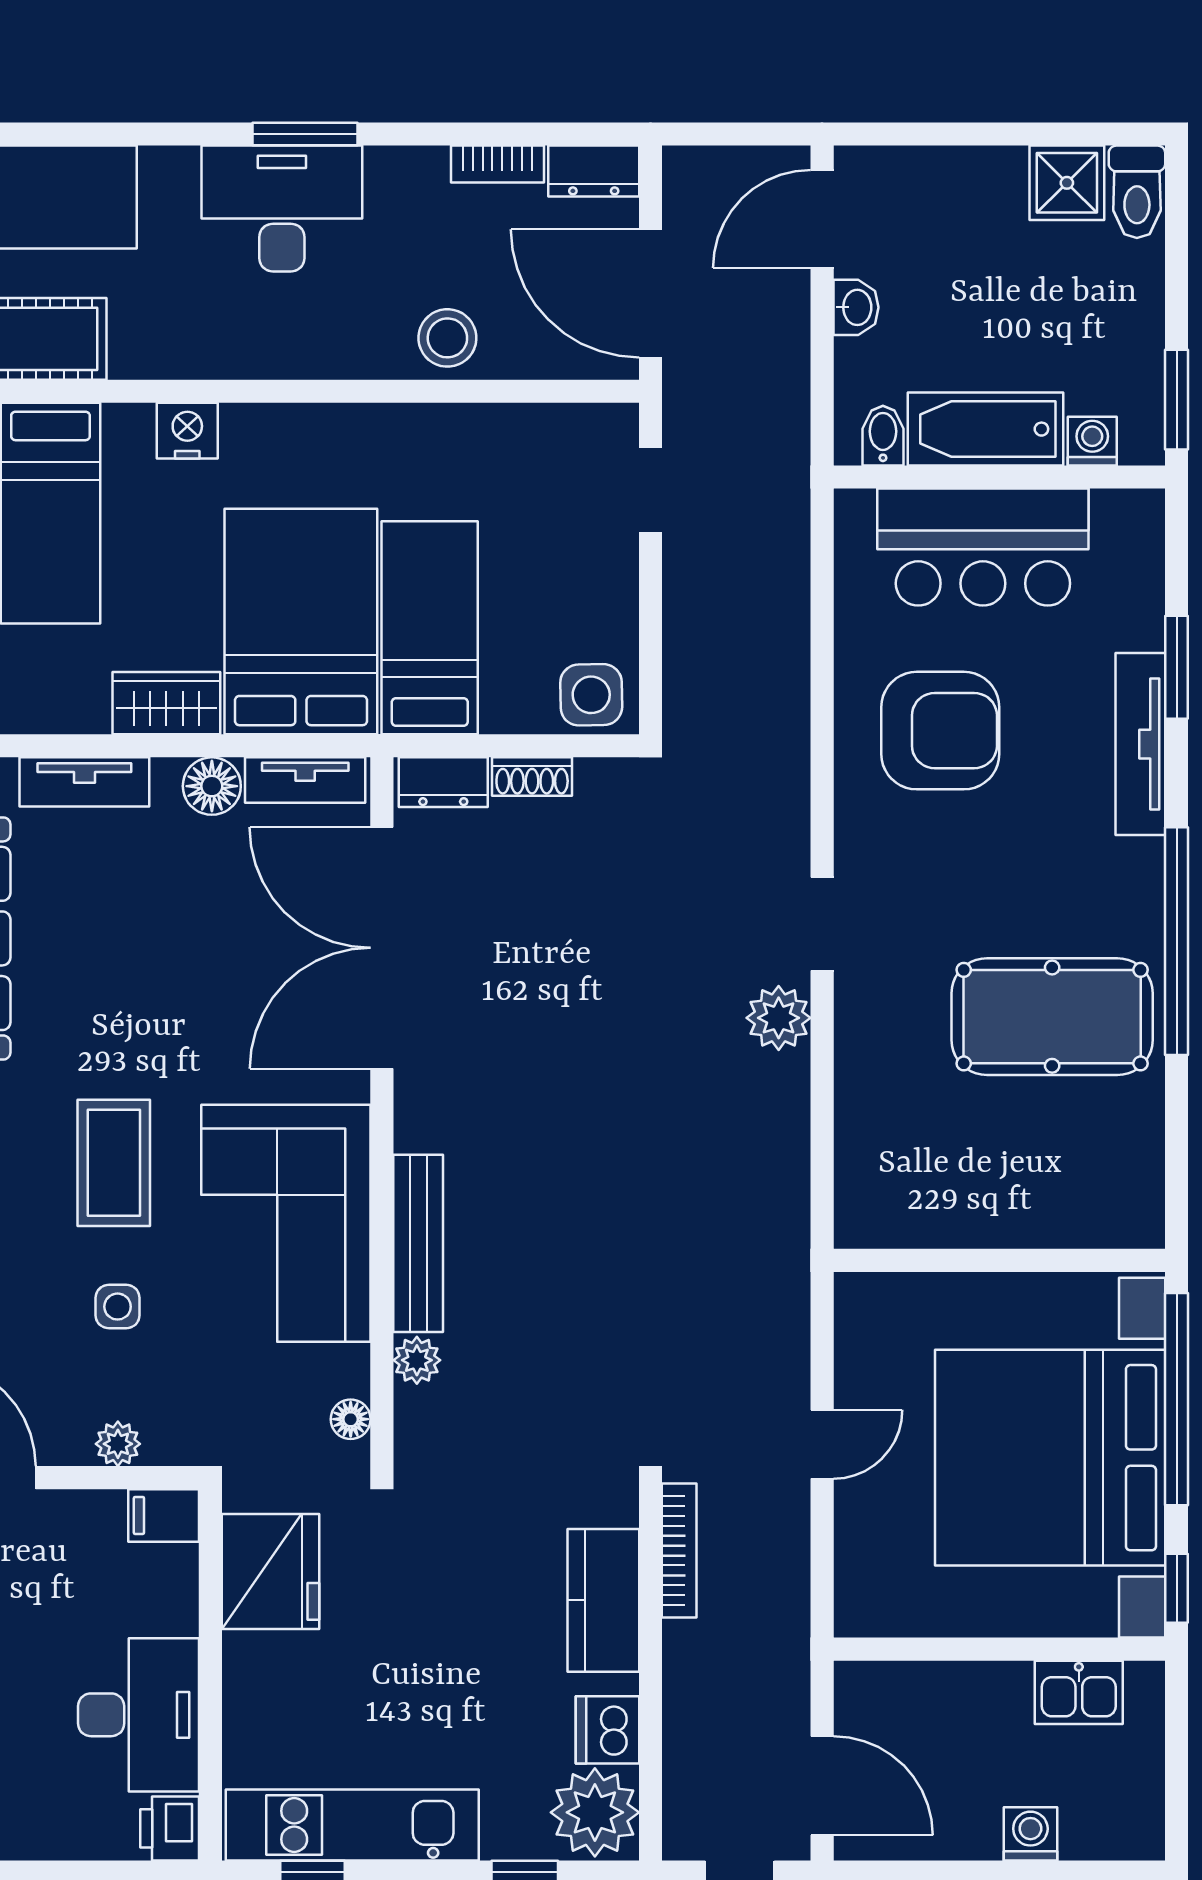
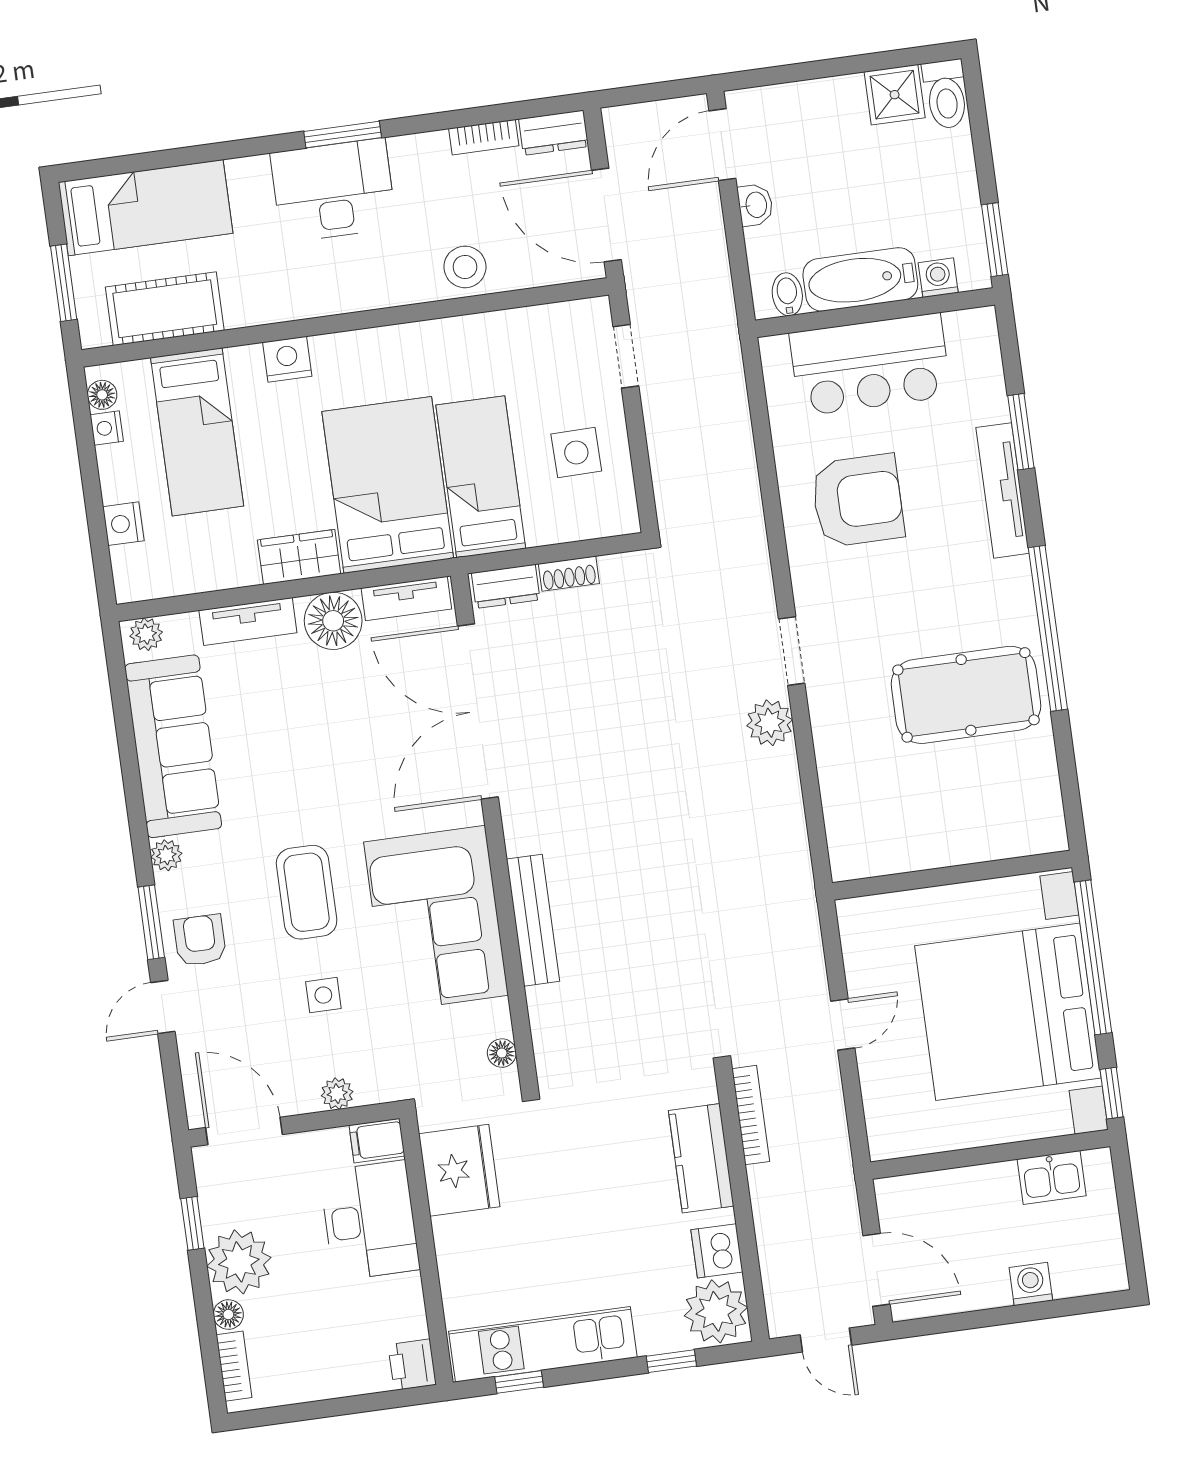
side table: (591, 695) -> (576, 452), moved
floor lamp: (212, 786) -> (333, 621), width x1.38, depth x1.38
plant: (417, 1360) -> (544, 1004), removed
desk: (139, 1715) -> (370, 1220), moved

